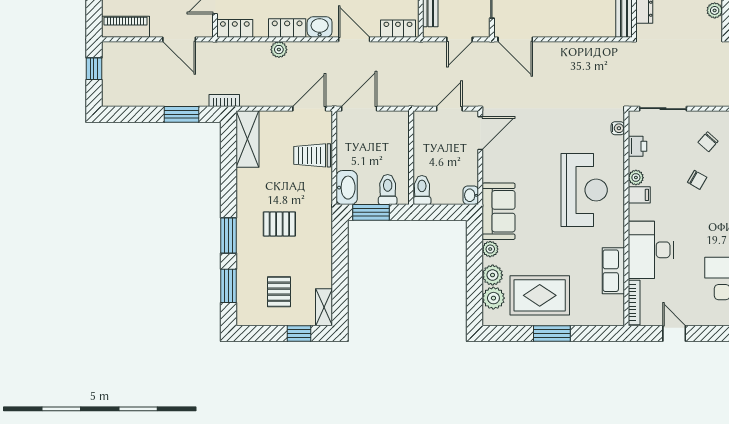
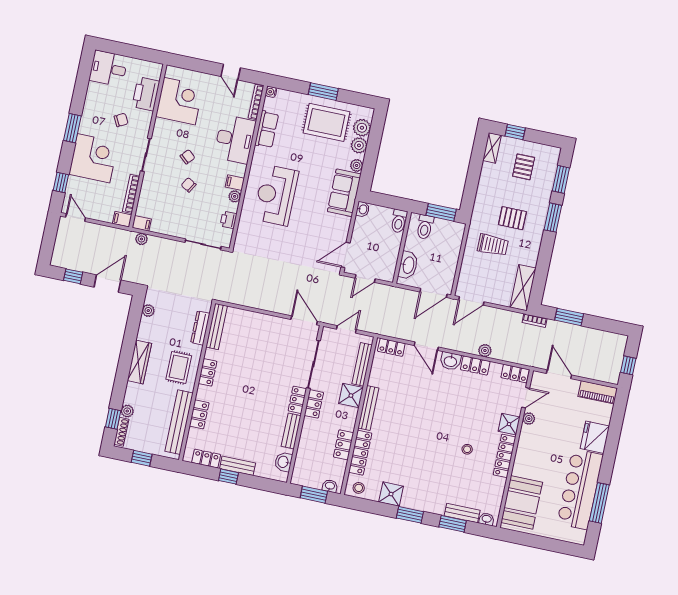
water cooler: (618, 128) -> (271, 92), moved
chair: (708, 142) -> (188, 157), moved
trolley: (312, 155) -> (493, 245), moved
washbasin: (347, 188) -> (408, 265), moved, turned 180

